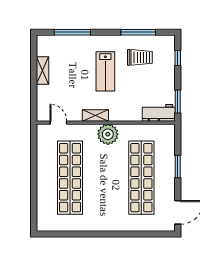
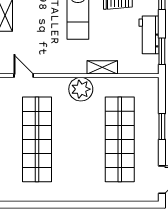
workbench: (159, 113) -> (149, 35), moved, turned -90
shelving: (95, 115) -> (102, 67), moved

